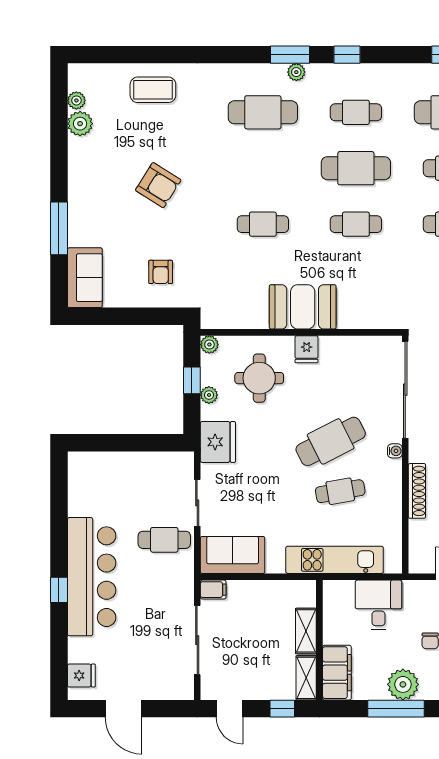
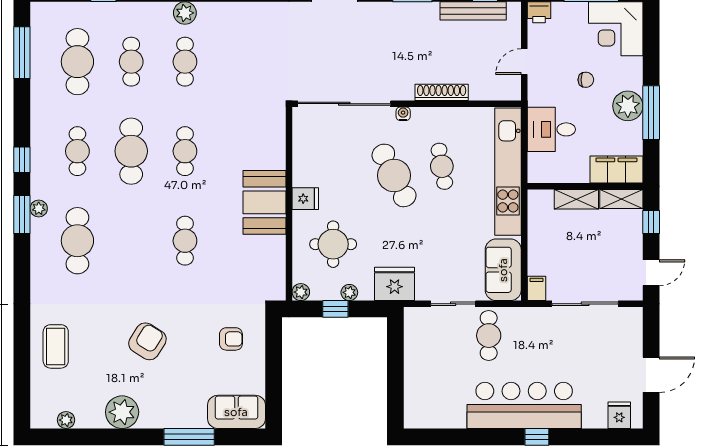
plant: (80, 124) -> (122, 412), moved, width x1.36, depth x1.36
kitchen unit: (335, 560) -> (508, 172), width x1.36

